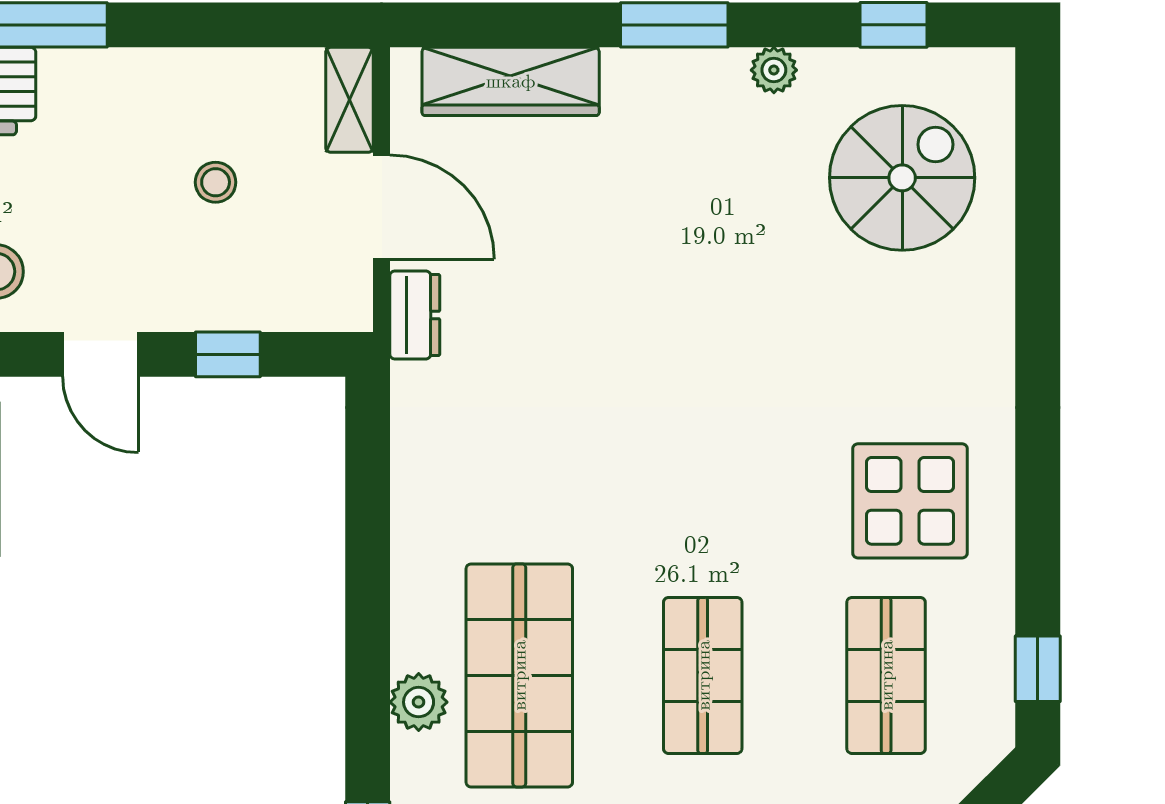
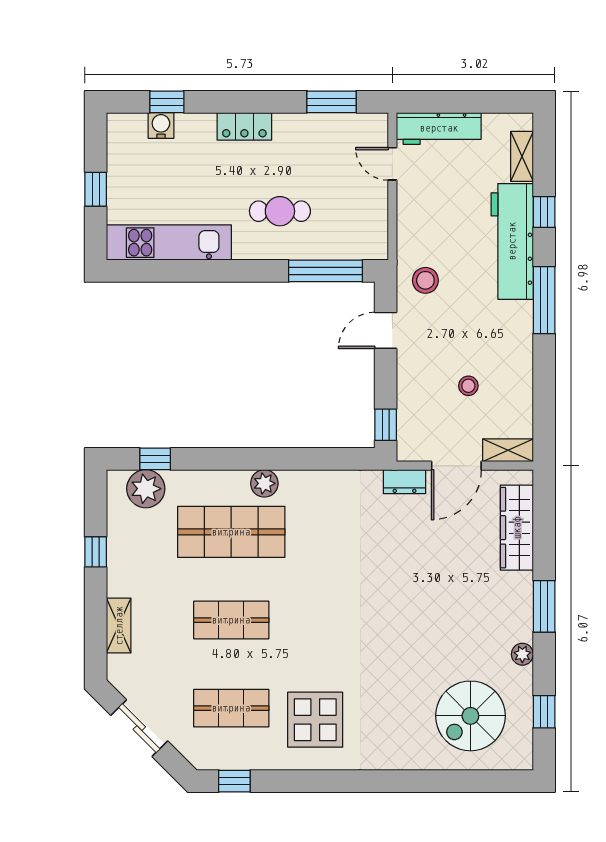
spiral stairs: (902, 178) -> (470, 716), turned 90
window: (228, 354) -> (386, 425), moved
plant: (419, 702) -> (264, 483), moved

